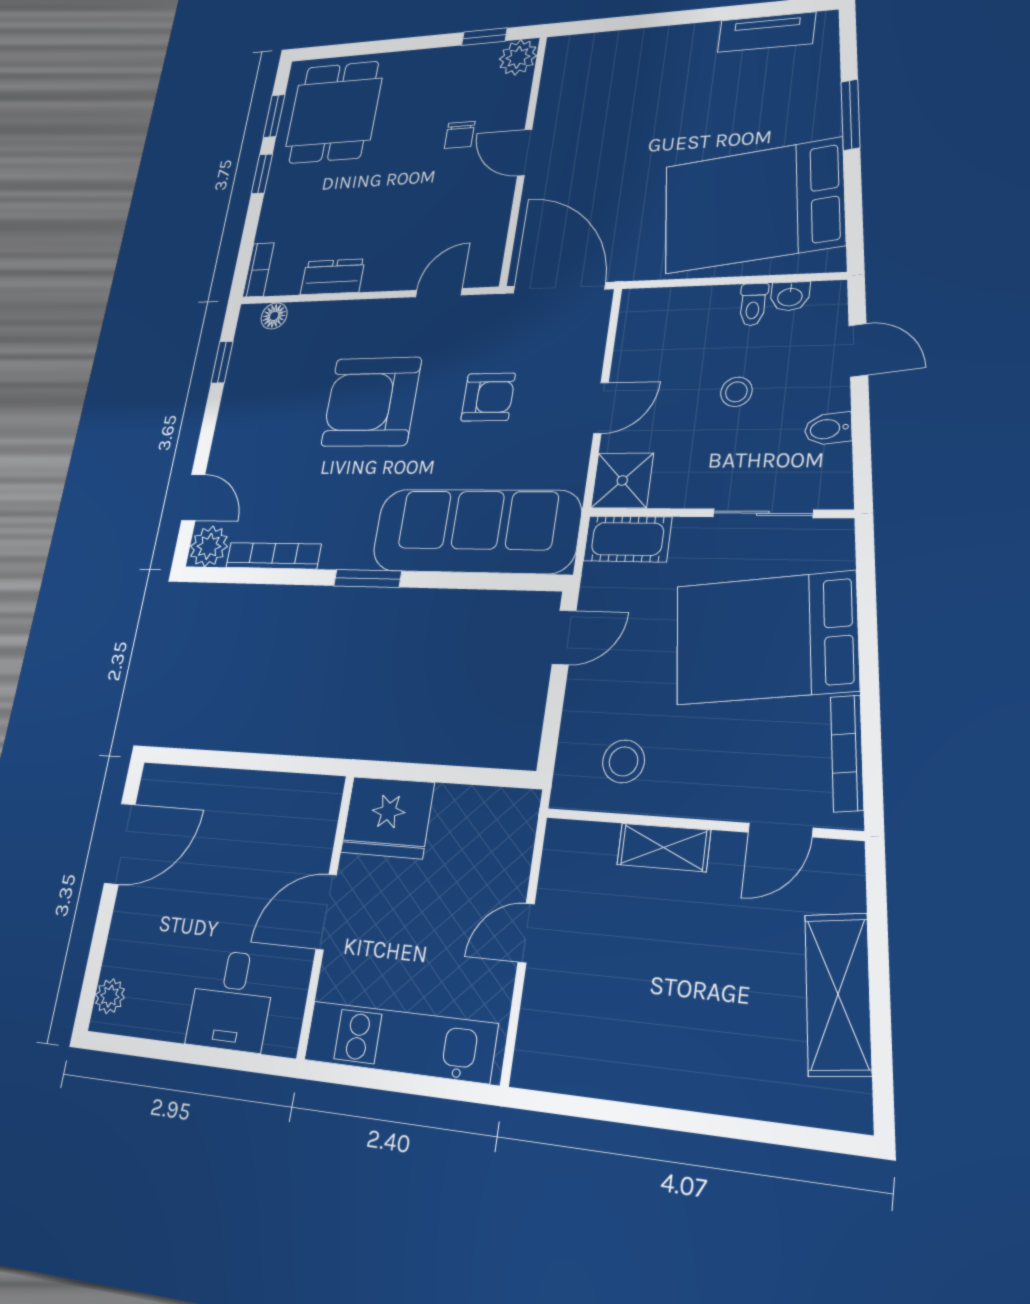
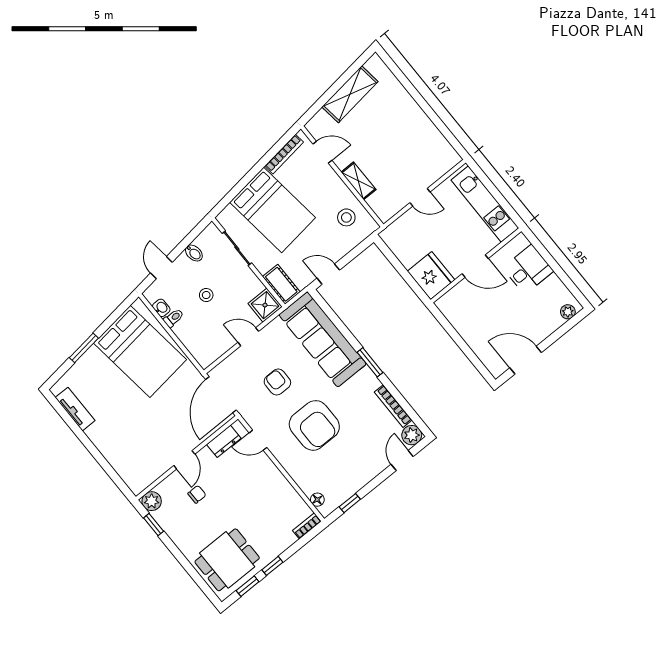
dresser: (333, 277) -> (224, 441), moved, turned -90

